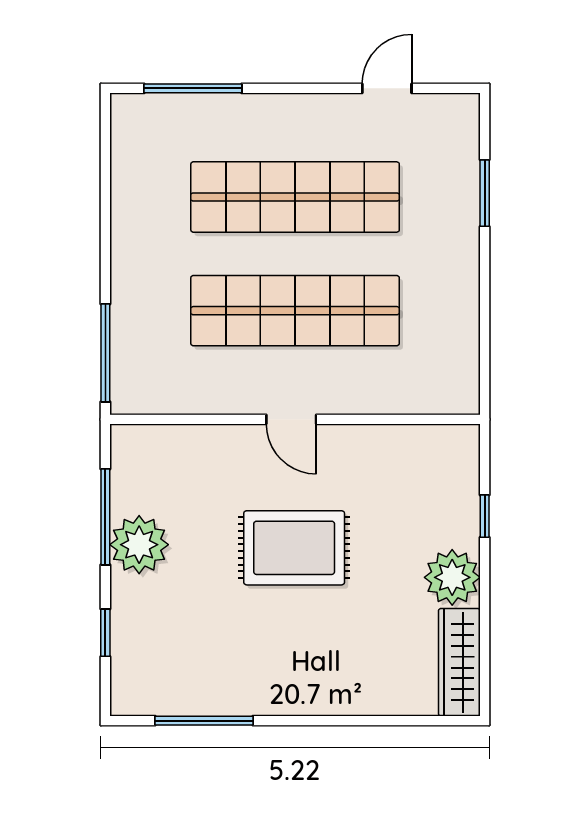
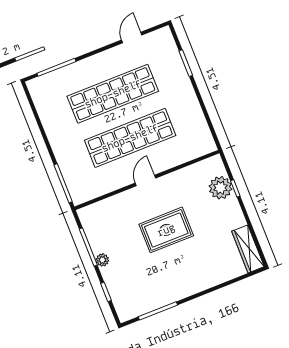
door: (291, 419) -> (145, 181), swing flipped
plant: (139, 545) -> (102, 260), width x0.53, depth x0.53
plant: (452, 577) -> (220, 188), moved

